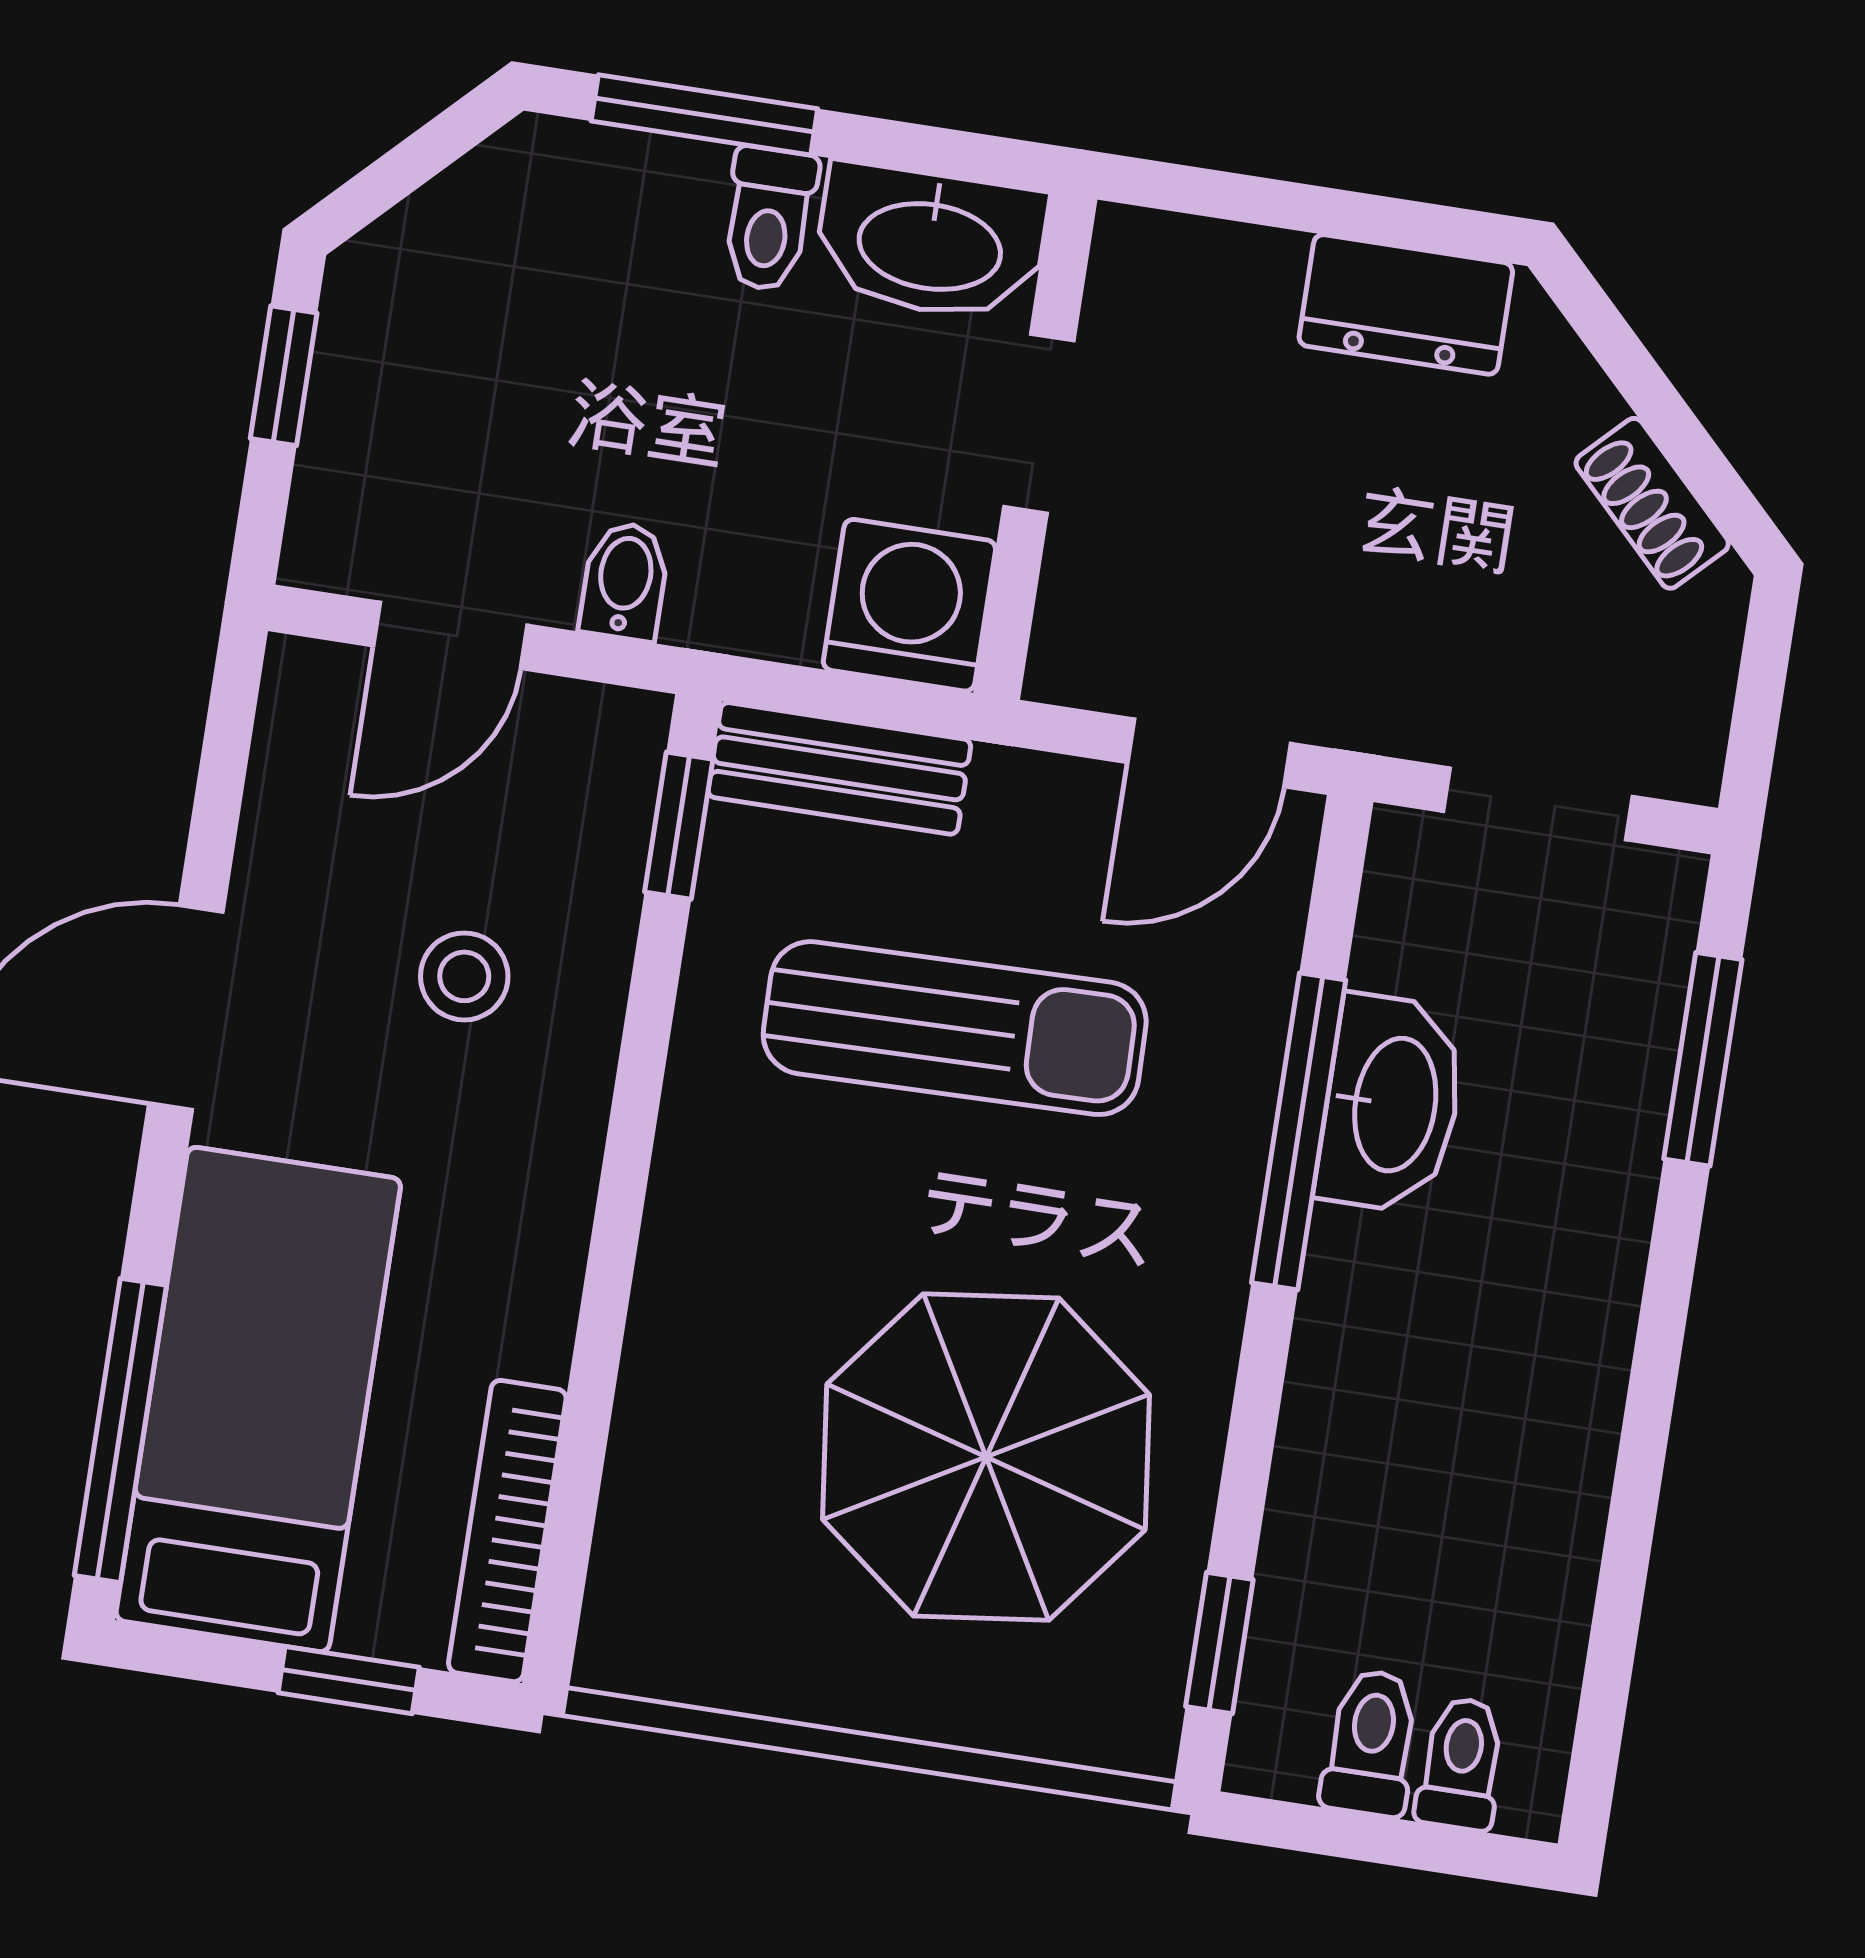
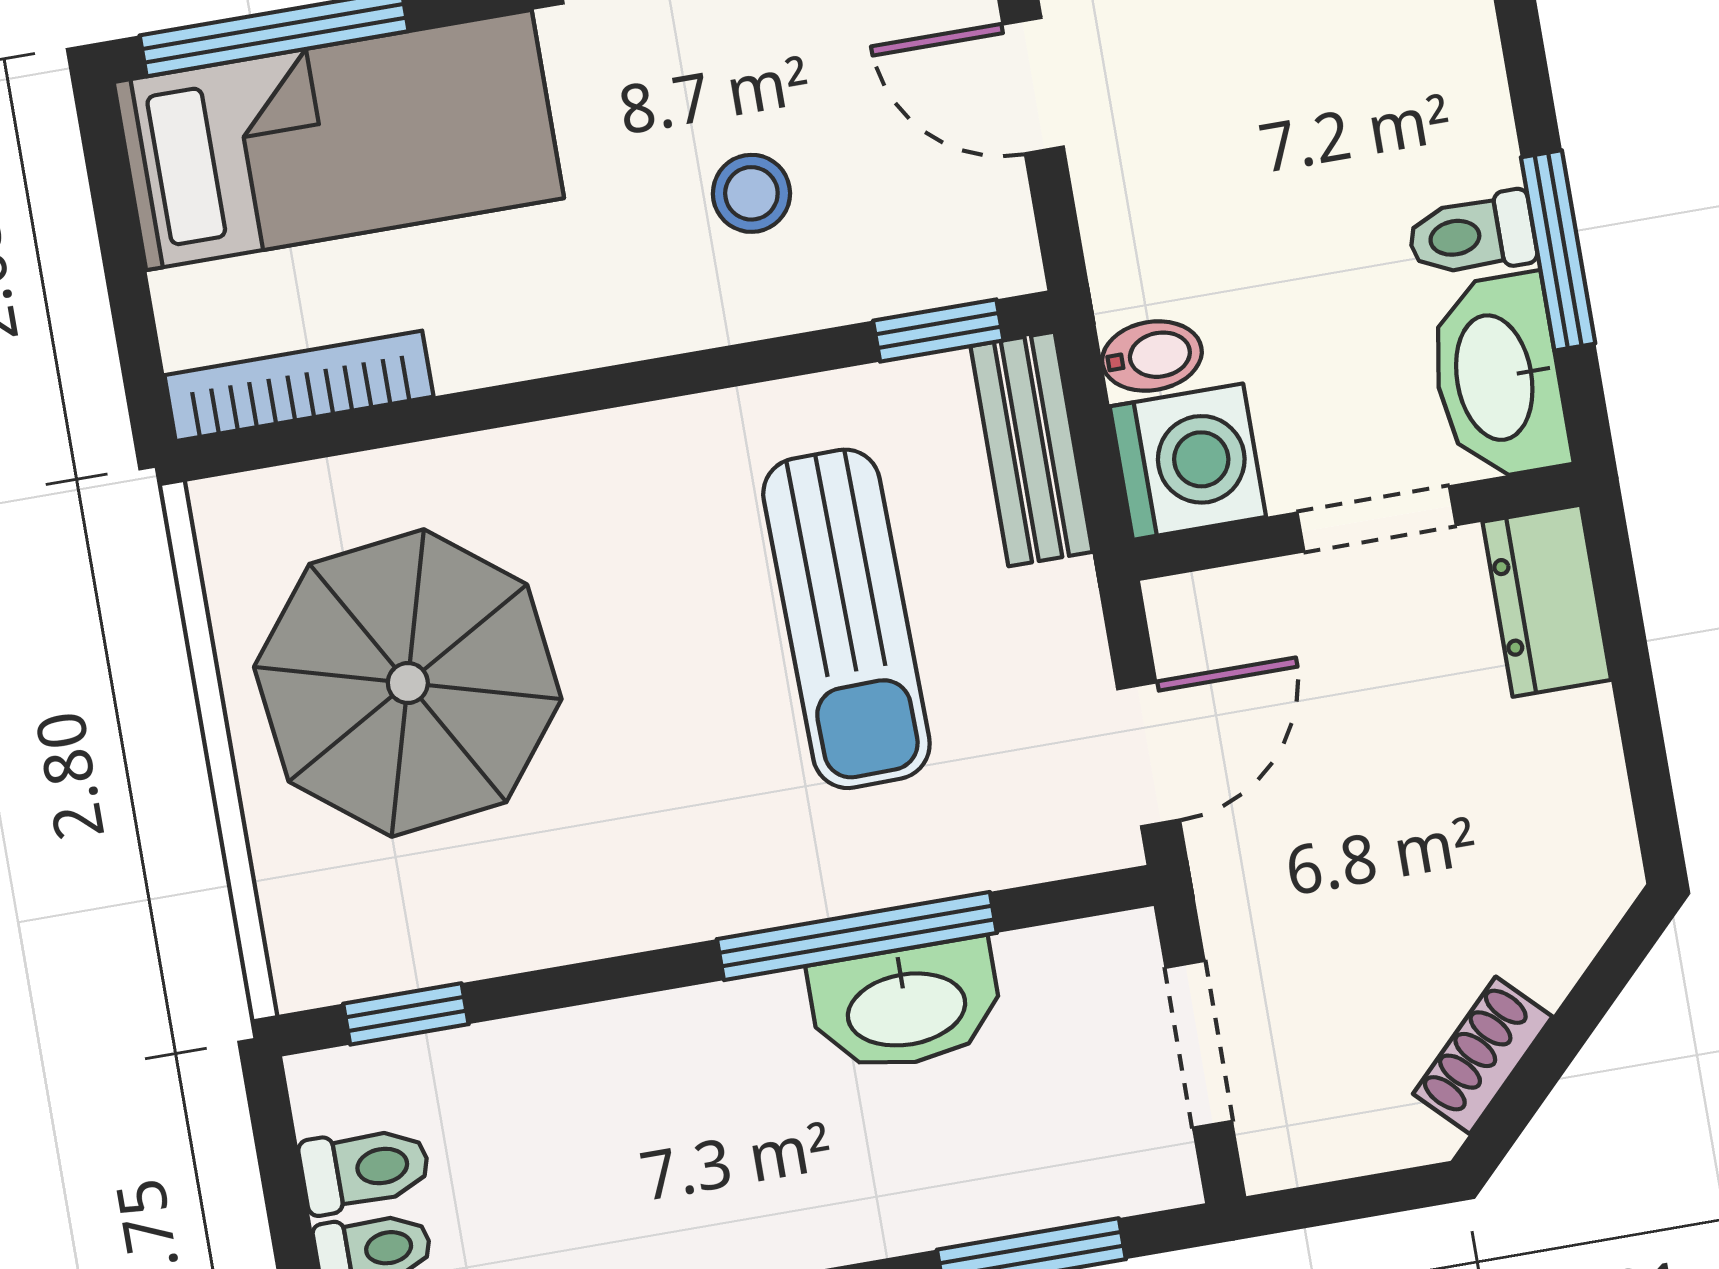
window: (704, 115) -> (1558, 250), moved
dresser: (1406, 304) -> (1547, 601), moved
bidet: (625, 581) -> (1152, 356), moved
door: (1209, 753) -> (1149, 754), swing flipped
parasol: (986, 1457) -> (408, 683), moved
window: (349, 1680) -> (129, 295), removed

